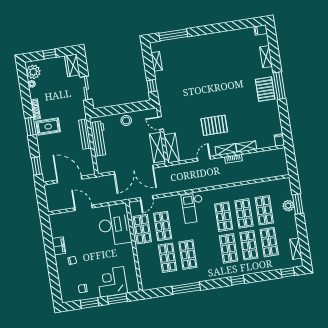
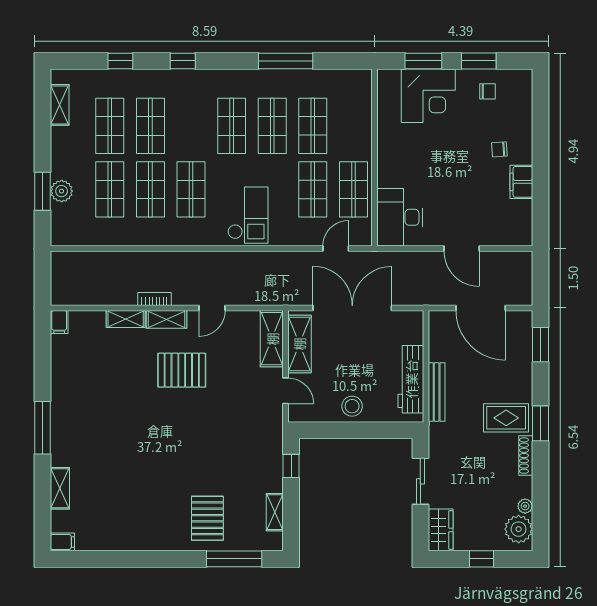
pallet: (265, 89) -> (207, 518), moved
desk: (114, 225) -> (400, 217), width x0.73, depth x0.77
shop shelf: (229, 248) -> (232, 126), moved
window: (288, 272) -> (120, 61), moved

